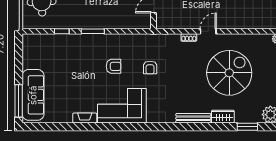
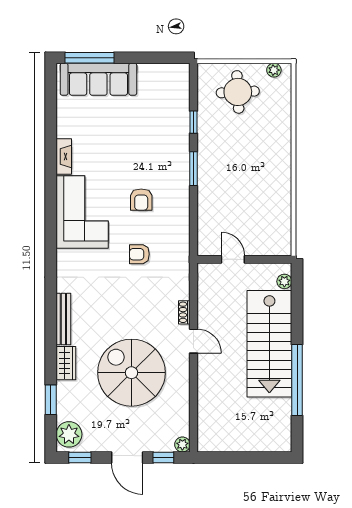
spiral stairs: (229, 73) -> (131, 373), turned 180

